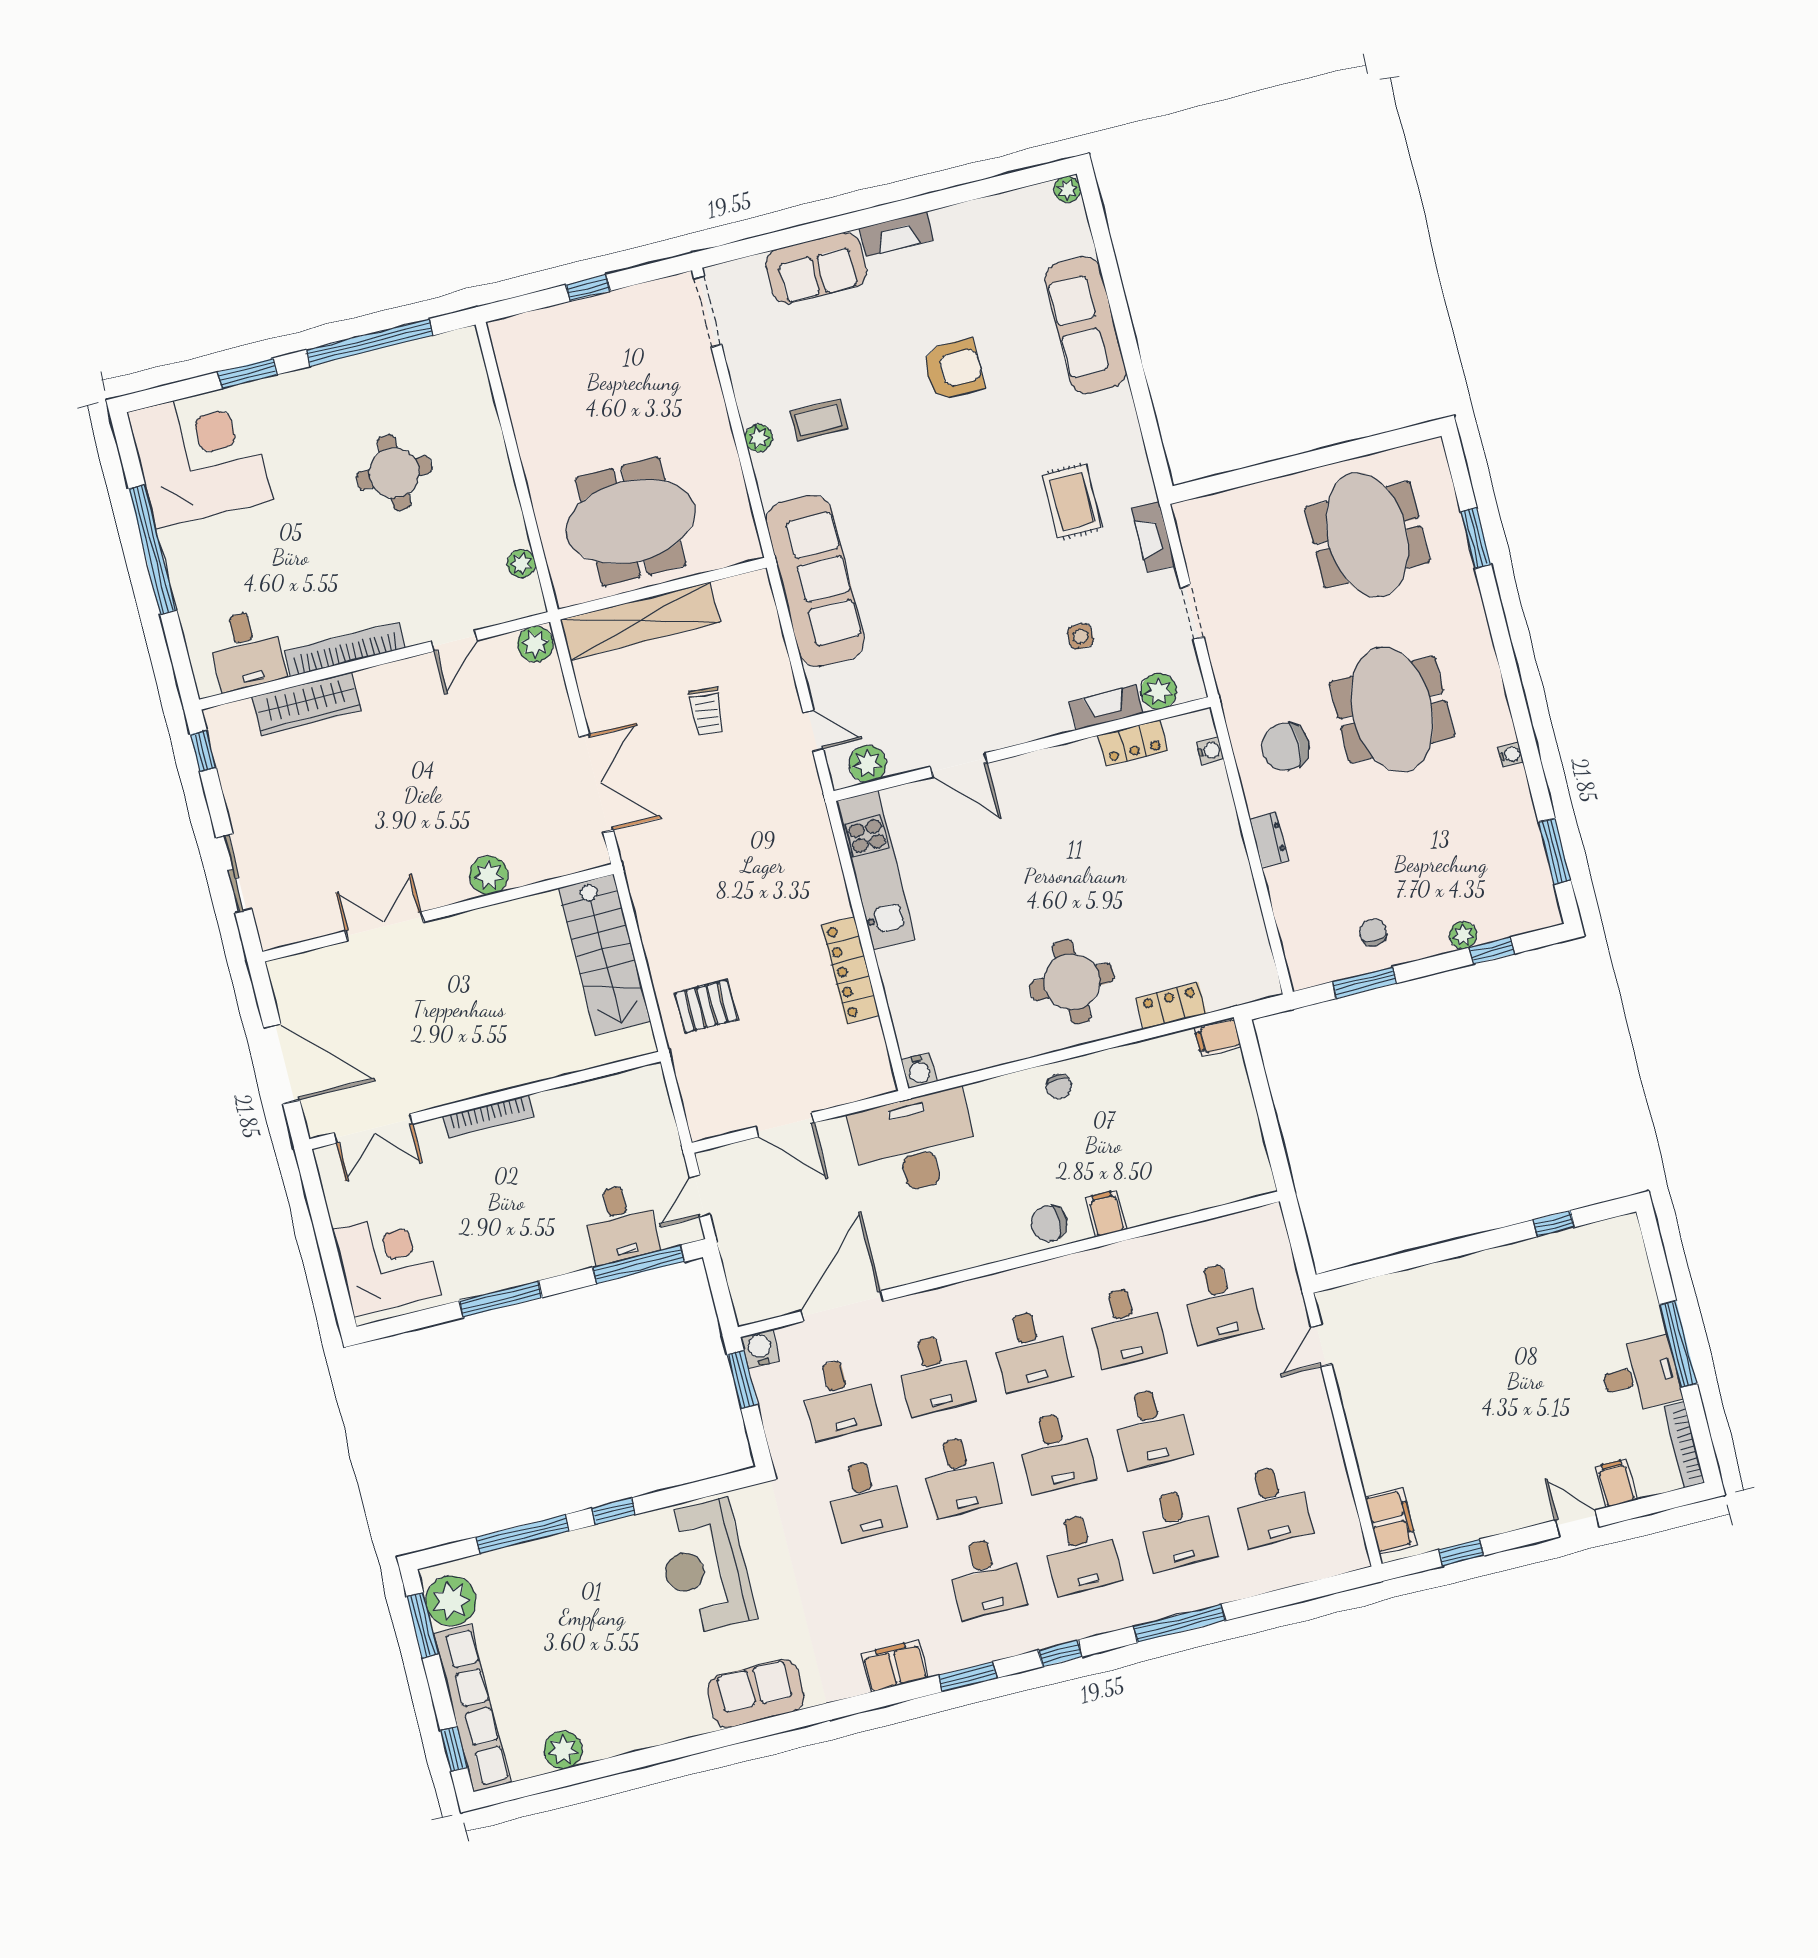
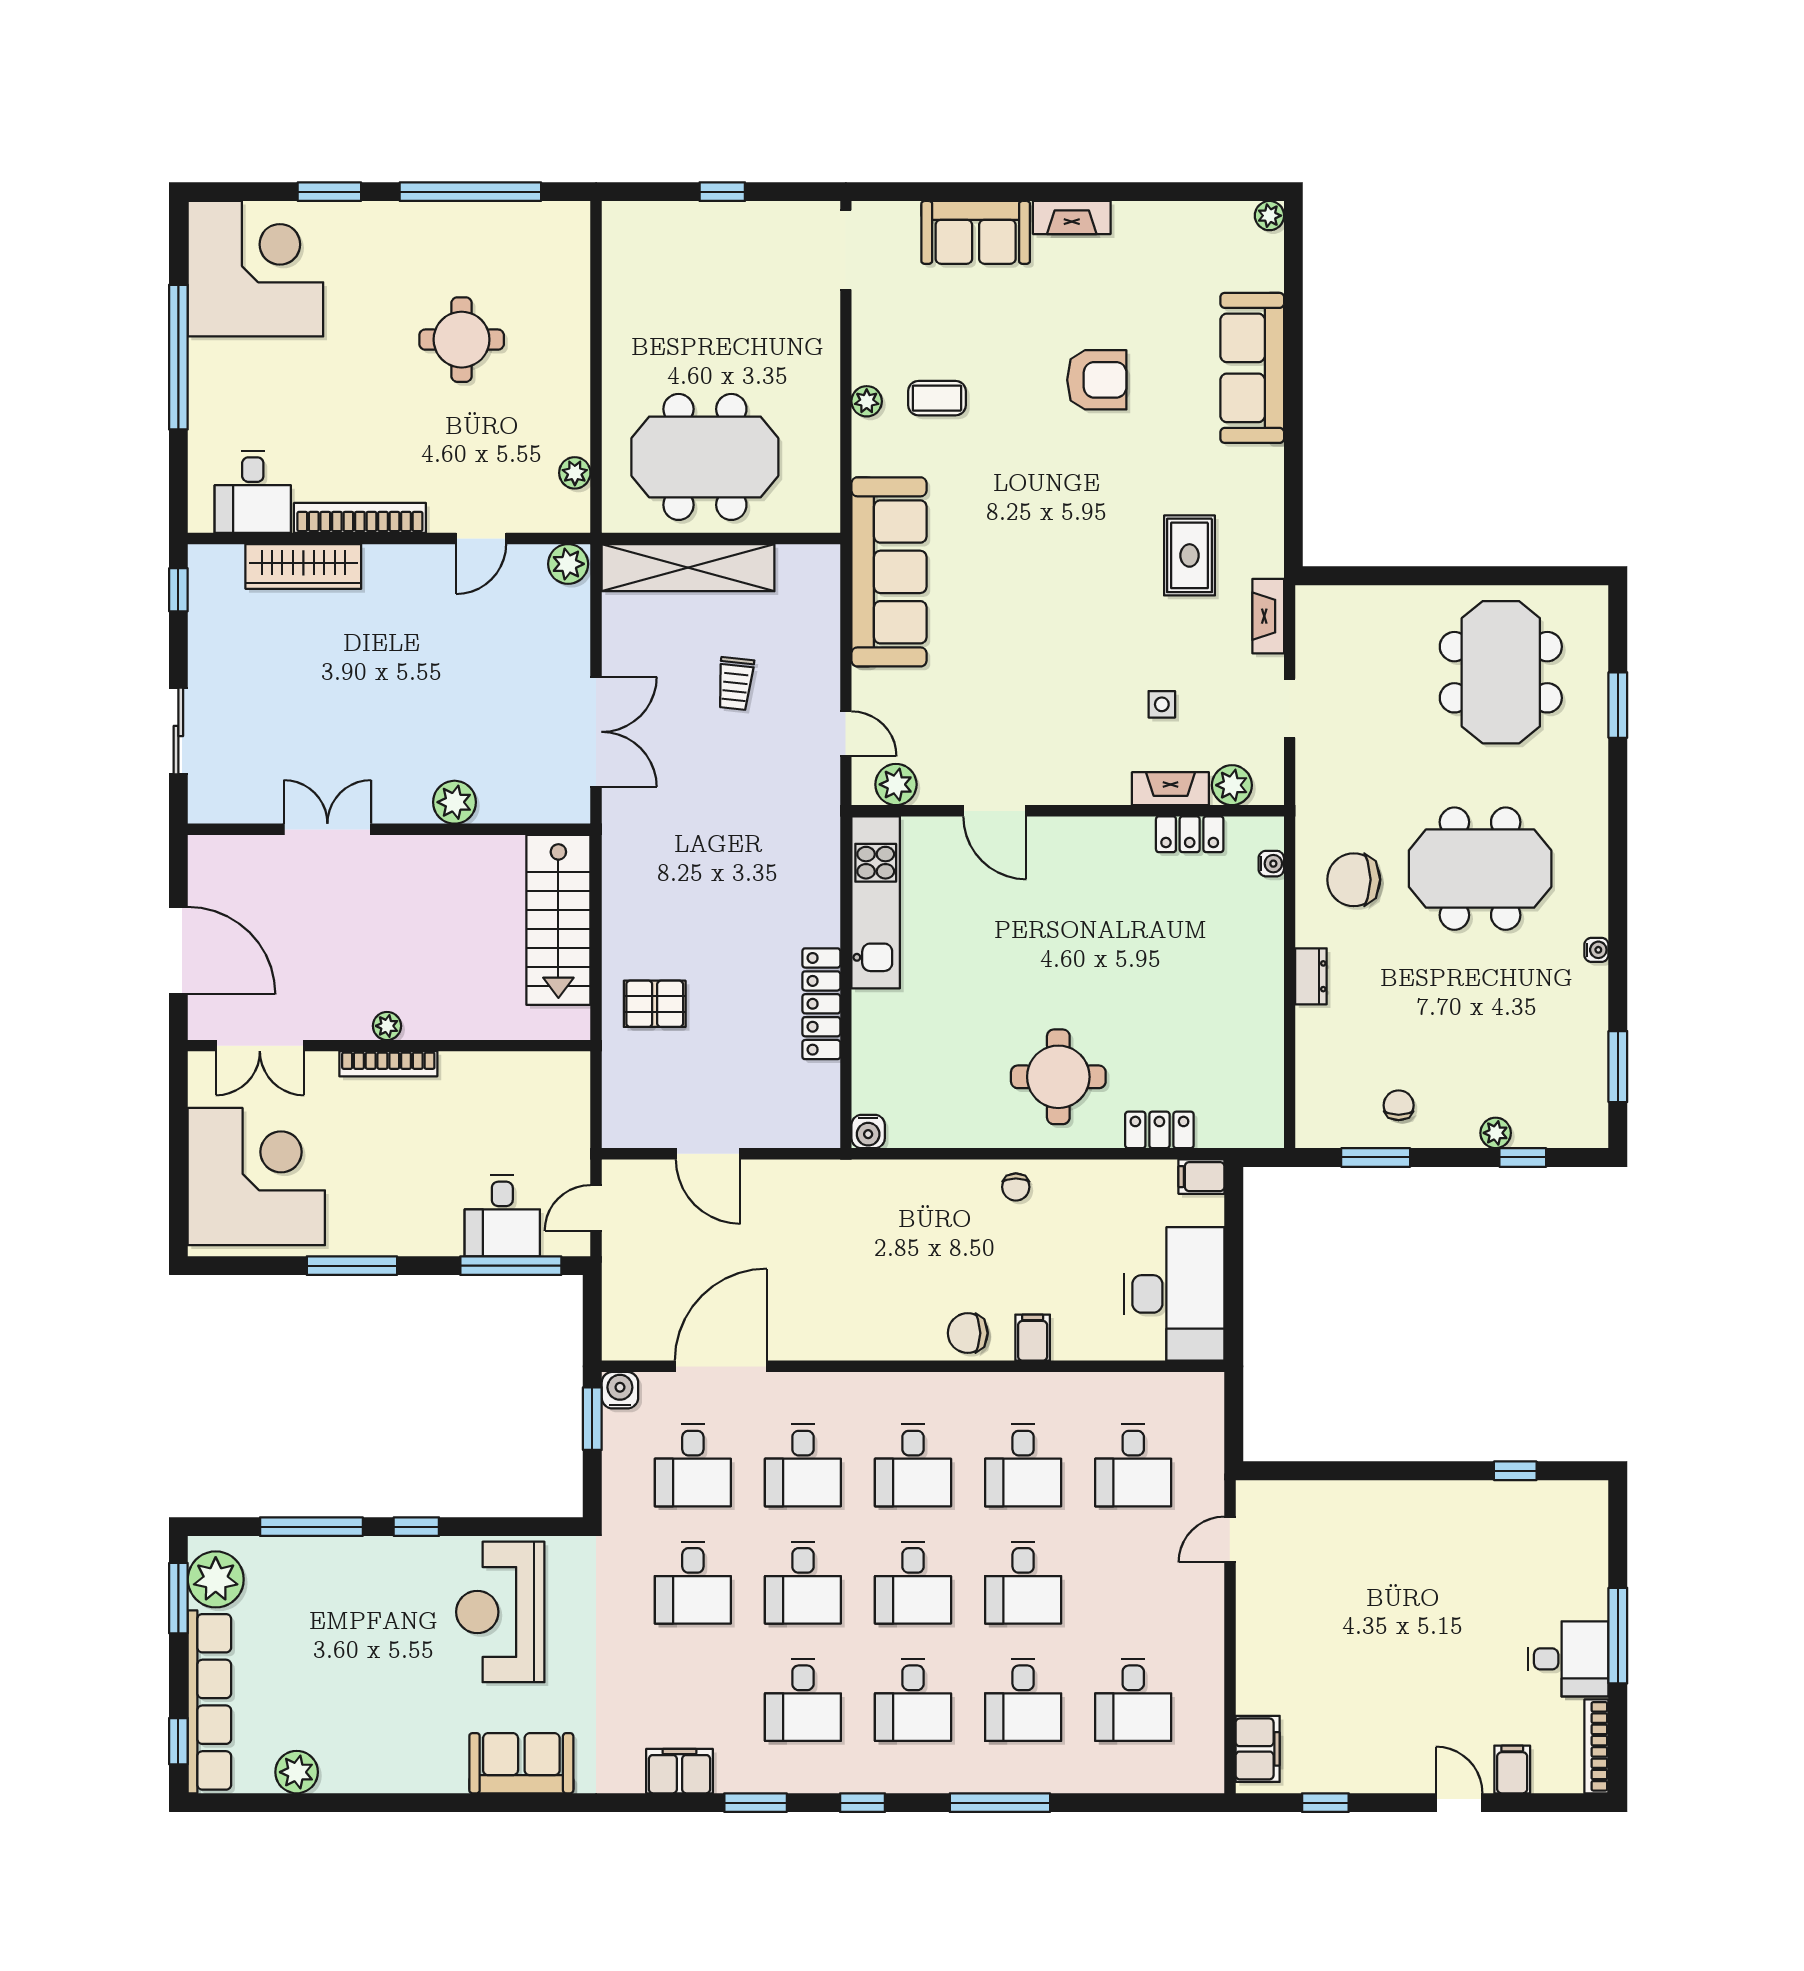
meeting table: (1392, 710) -> (1480, 869), turned 90
plant: (479, 1084) -> (387, 1026), added
desk: (914, 1143) -> (1174, 1294), moved, turned 90
corner desk: (387, 1262) -> (256, 1177), width x1.36, depth x1.36

